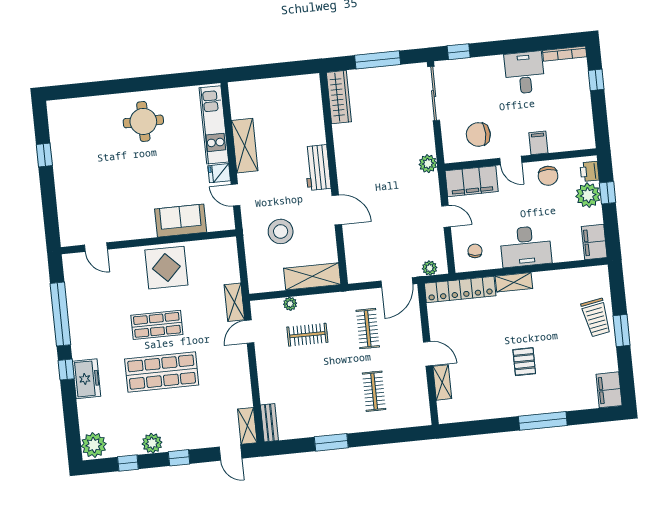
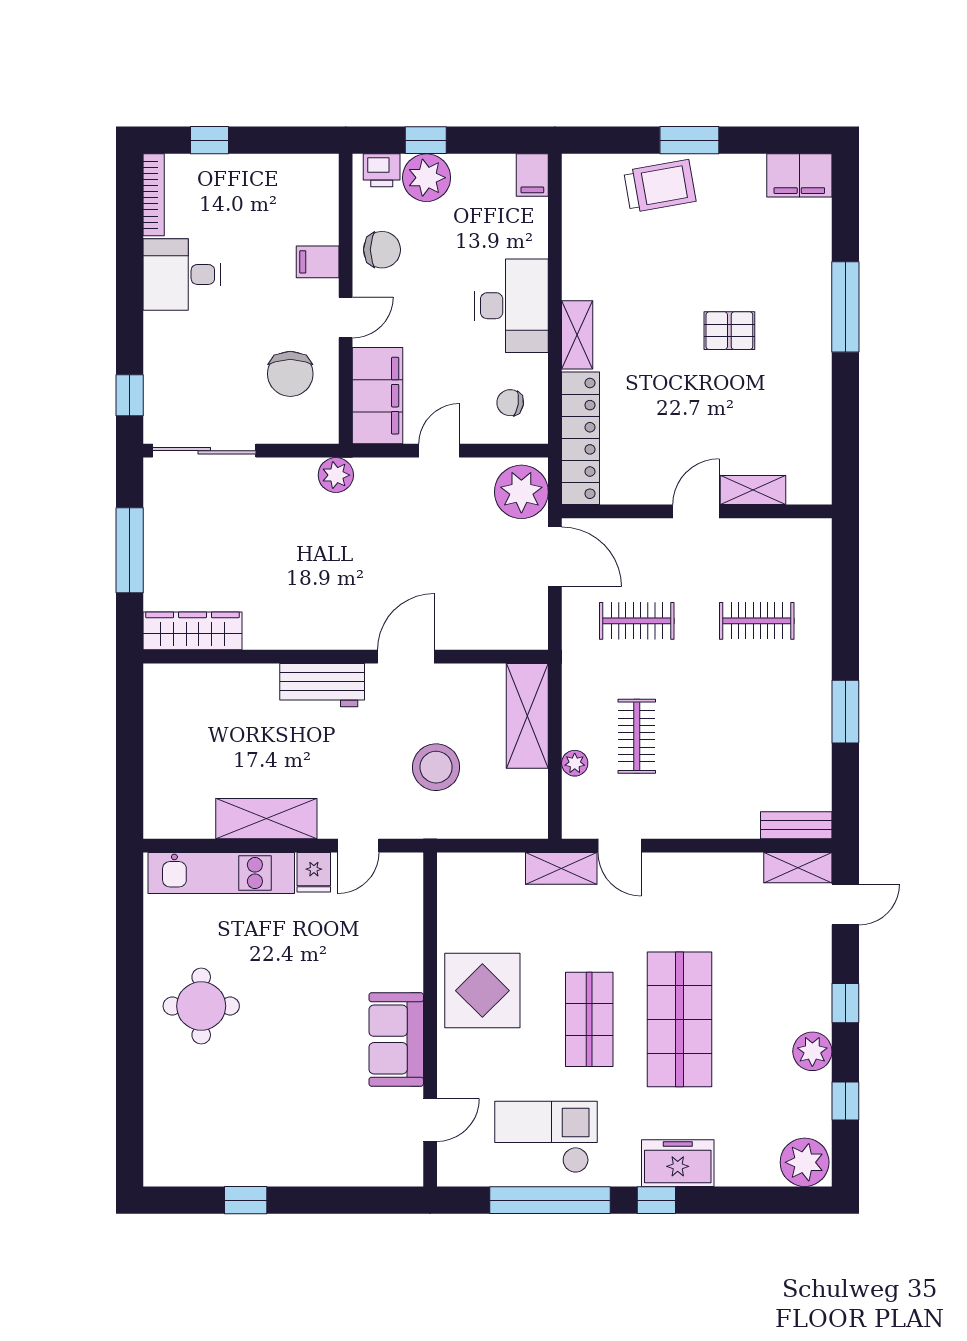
sofa: (181, 221) -> (396, 1039), moved
filing cabinet: (594, 242) -> (532, 175), width x0.50
plant: (430, 268) -> (521, 492), width x1.88, depth x1.88
checkout: (93, 309) -> (546, 1137), added

